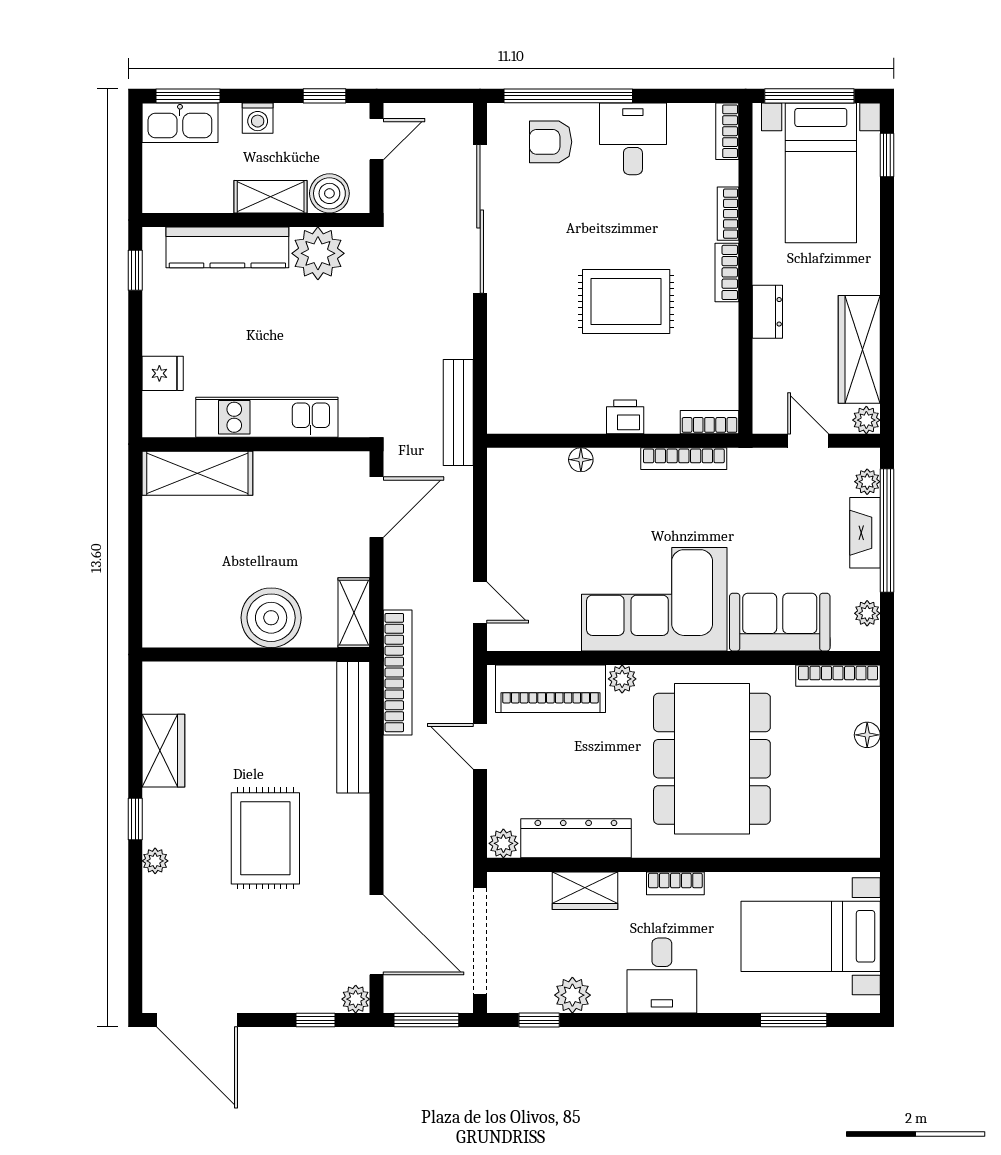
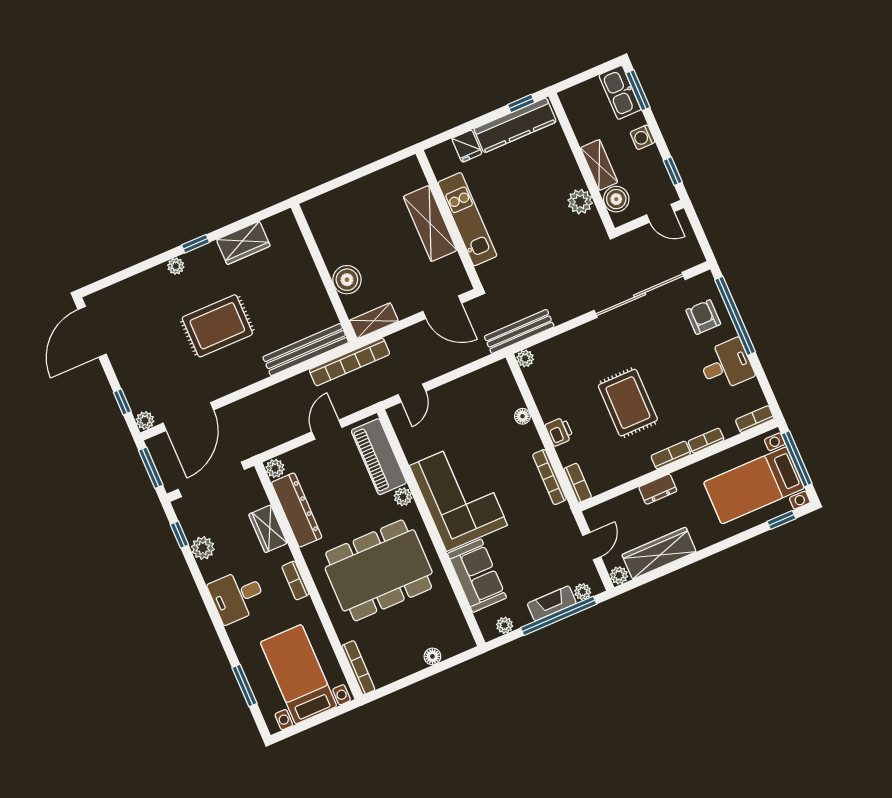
kitchen counter: (227, 247) -> (515, 125), moved, turned -90
plant: (318, 253) -> (580, 202), width x0.73, depth x0.73
plant: (500, 421) -> (525, 358), added
shelving: (197, 473) -> (430, 223), moved
boiler: (271, 618) -> (347, 280), width x0.73, depth x0.73
bookcase: (838, 676) -> (358, 668), moved, turned 180

